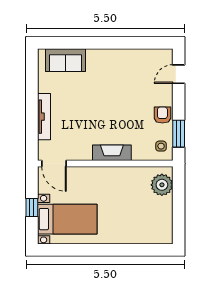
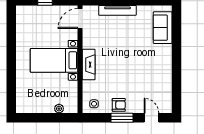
window: (179, 134) -> (122, 118), moved
plant: (162, 185) -> (59, 109), width x0.53, depth x0.53
bed with nightstands: (67, 219) -> (54, 60), moved, turned 90

